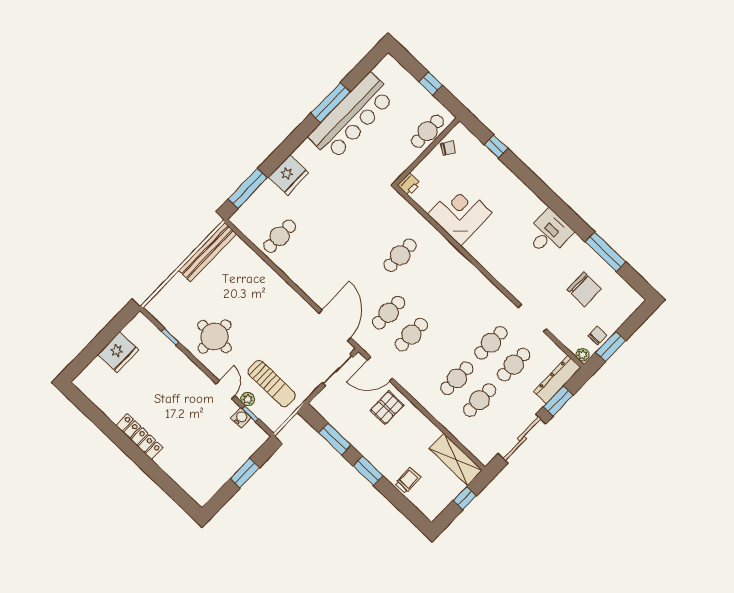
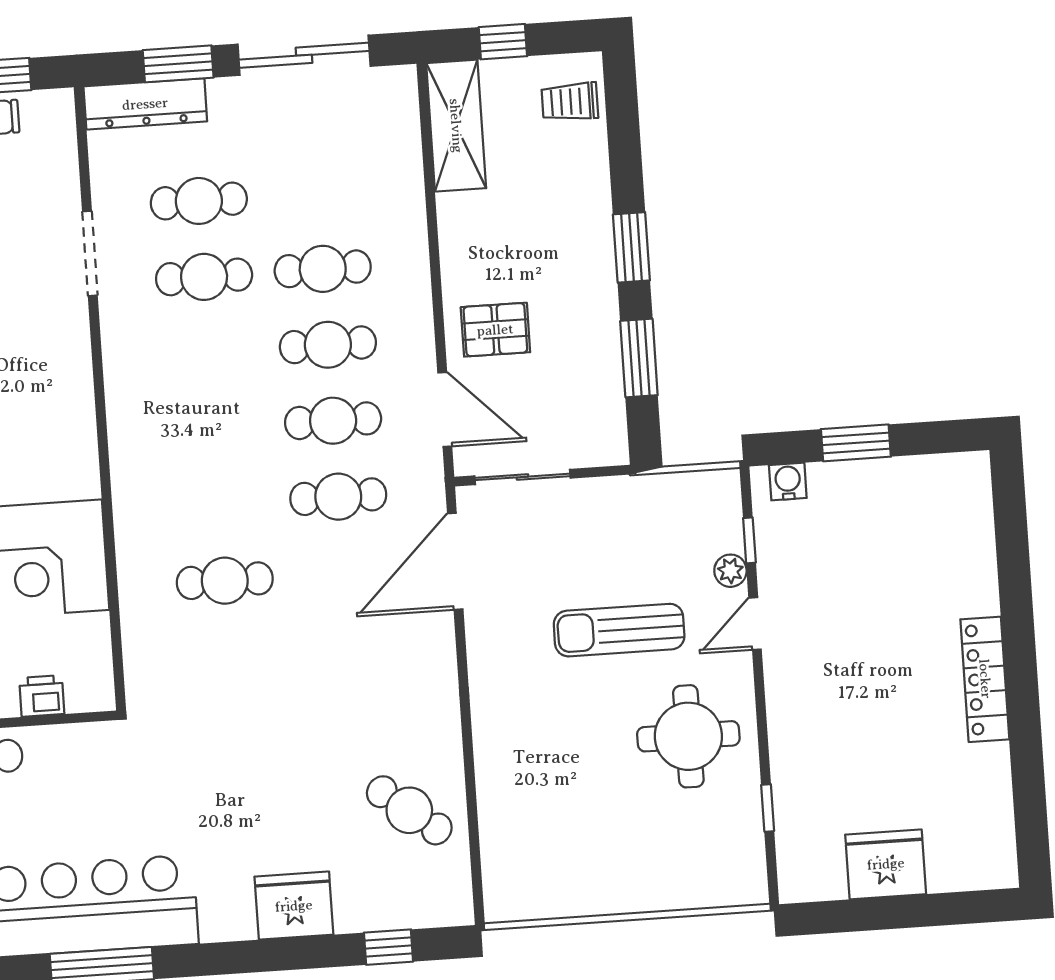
printer: (409, 184) -> (42, 696), moved
window: (248, 188) -> (389, 947), width x0.46
cafe table: (280, 236) -> (409, 810), turned 38
bench: (207, 252) -> (564, 899), removed
plant: (583, 355) -> (60, 107), removed
sun lounger: (272, 383) -> (619, 630), moved, turned -90
cafe table: (480, 400) -> (328, 345), moved
water cooler: (241, 418) -> (788, 482), moved, turned 90
trolley: (408, 480) -> (570, 102), moved

